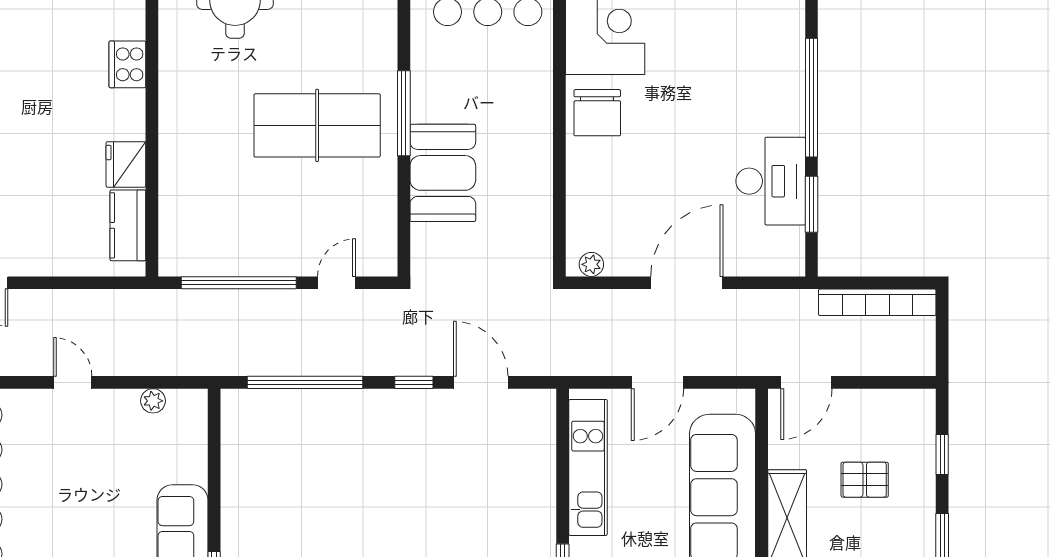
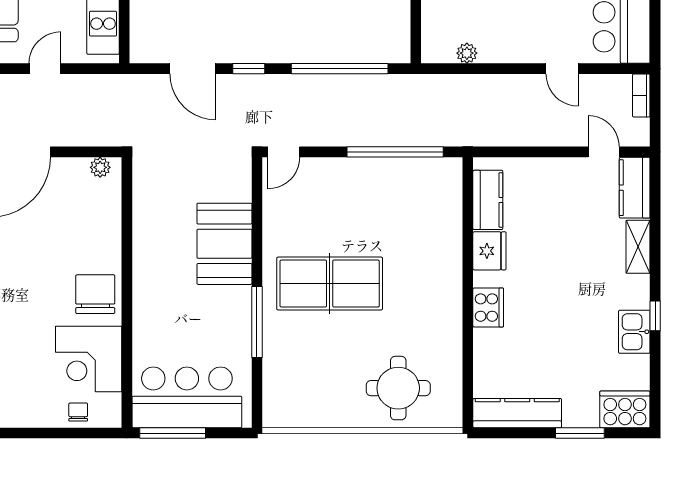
cooker: (127, 64) -> (488, 308), moved
window: (404, 113) -> (257, 322), moved
door: (336, 283) -> (284, 152), moved
door: (73, 382) -> (562, 69), moved
door: (657, 382) -> (45, 69), width x0.73

